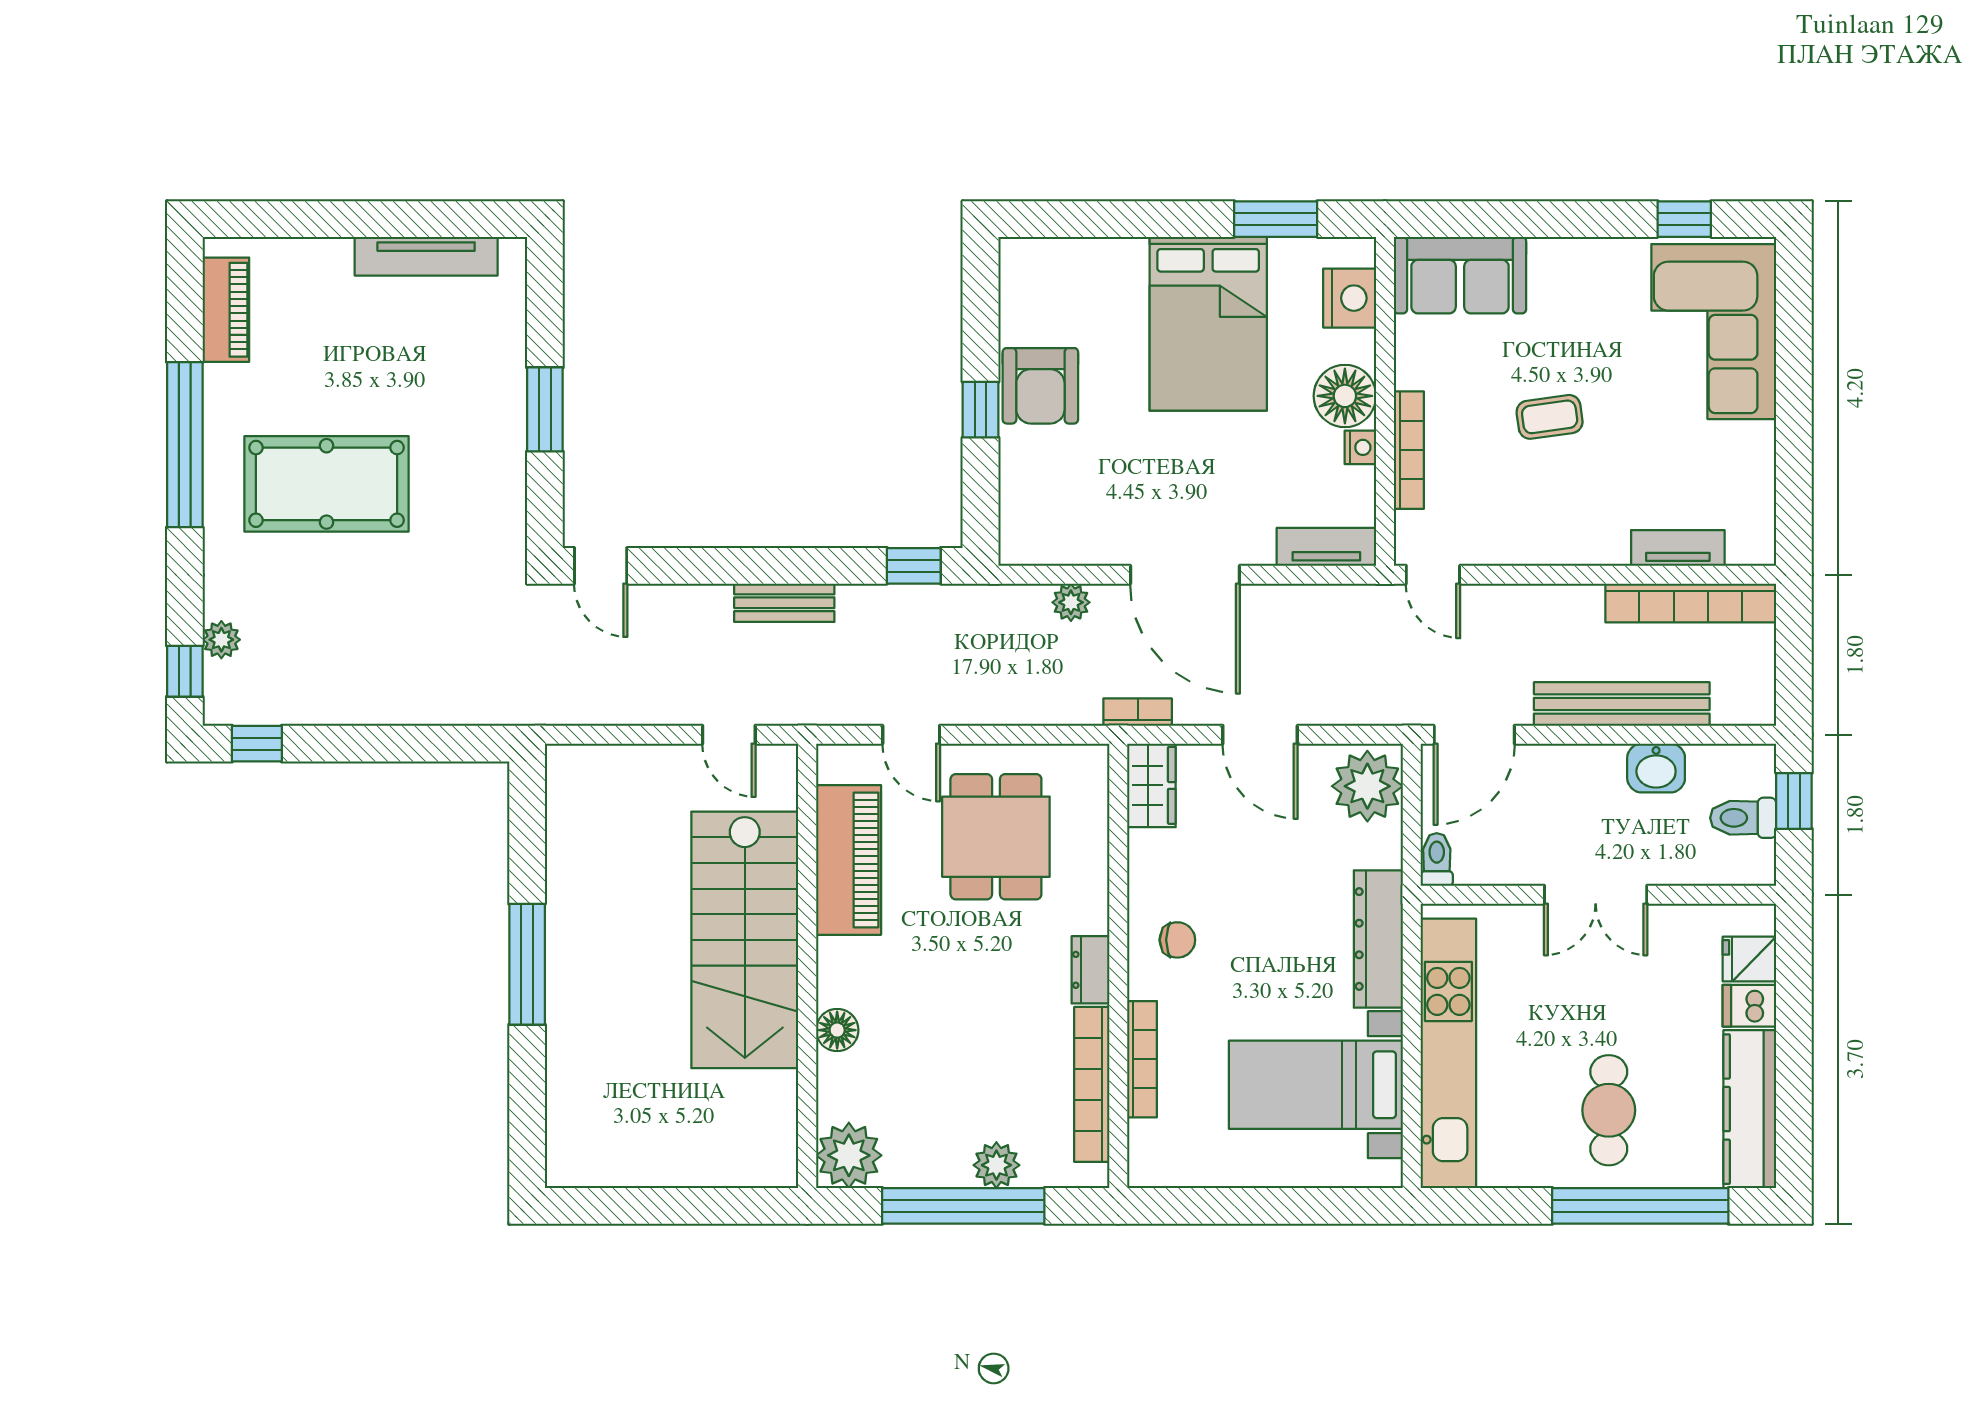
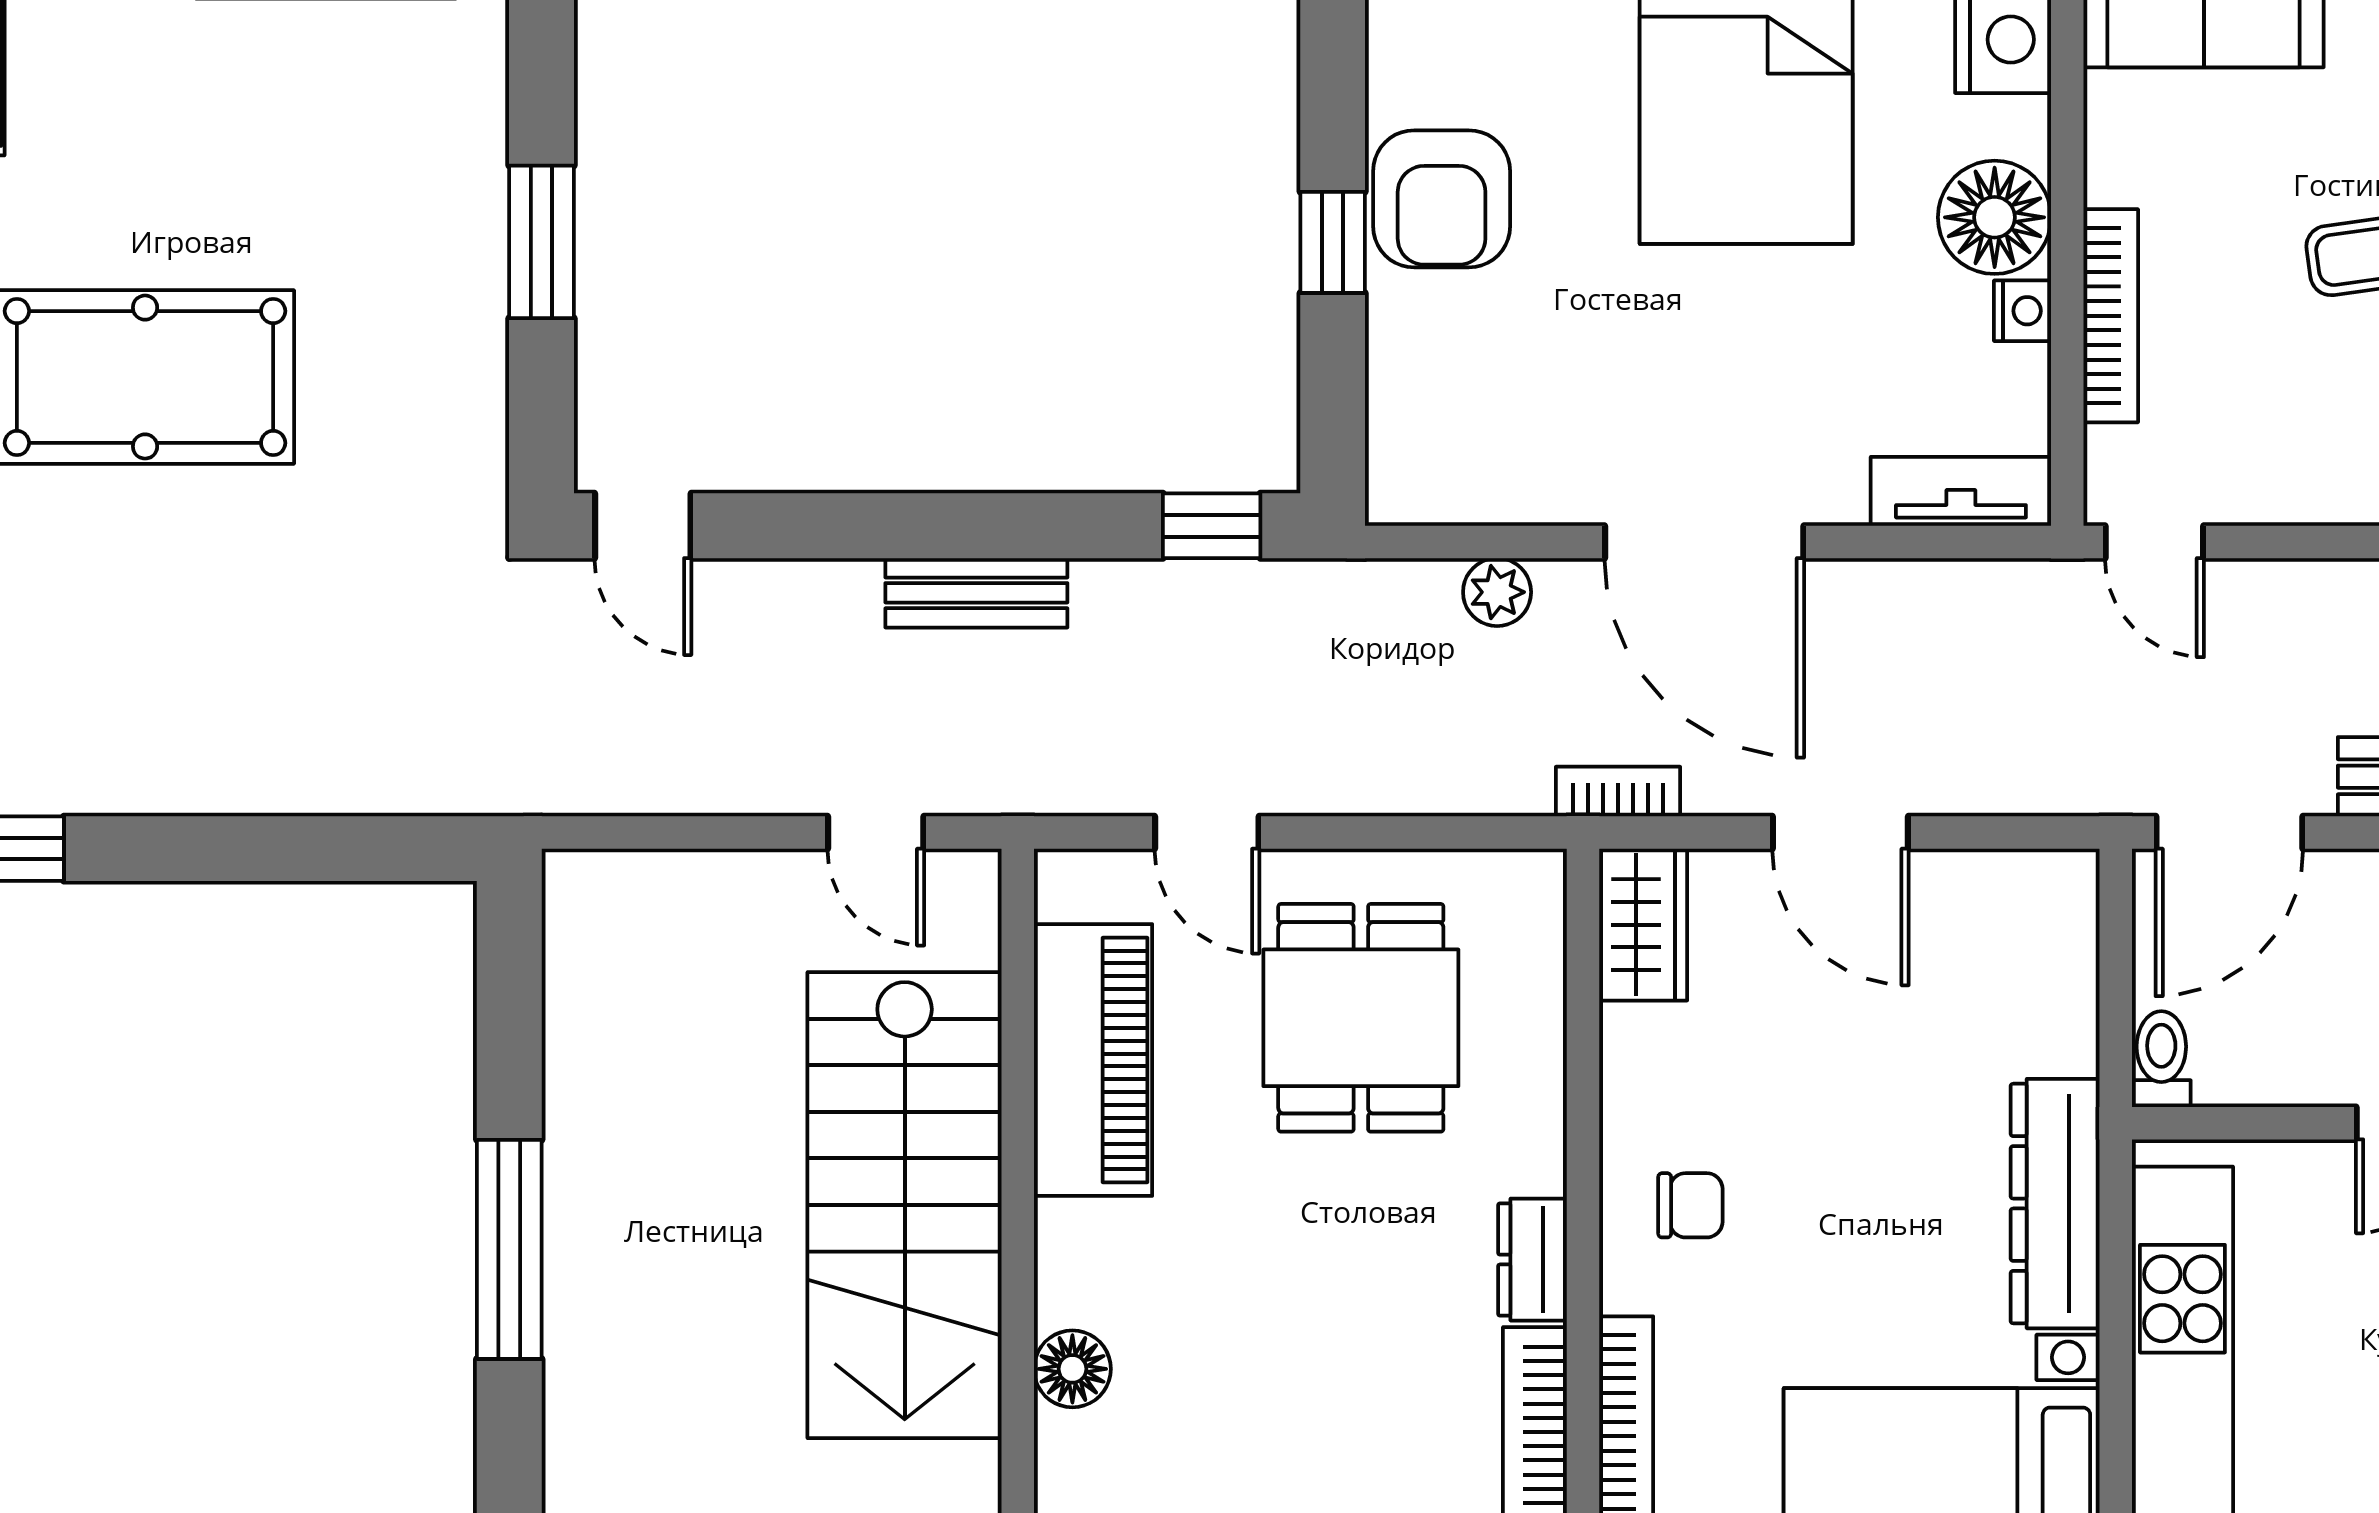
plant: (1367, 786) -> (2035, 926), removed

